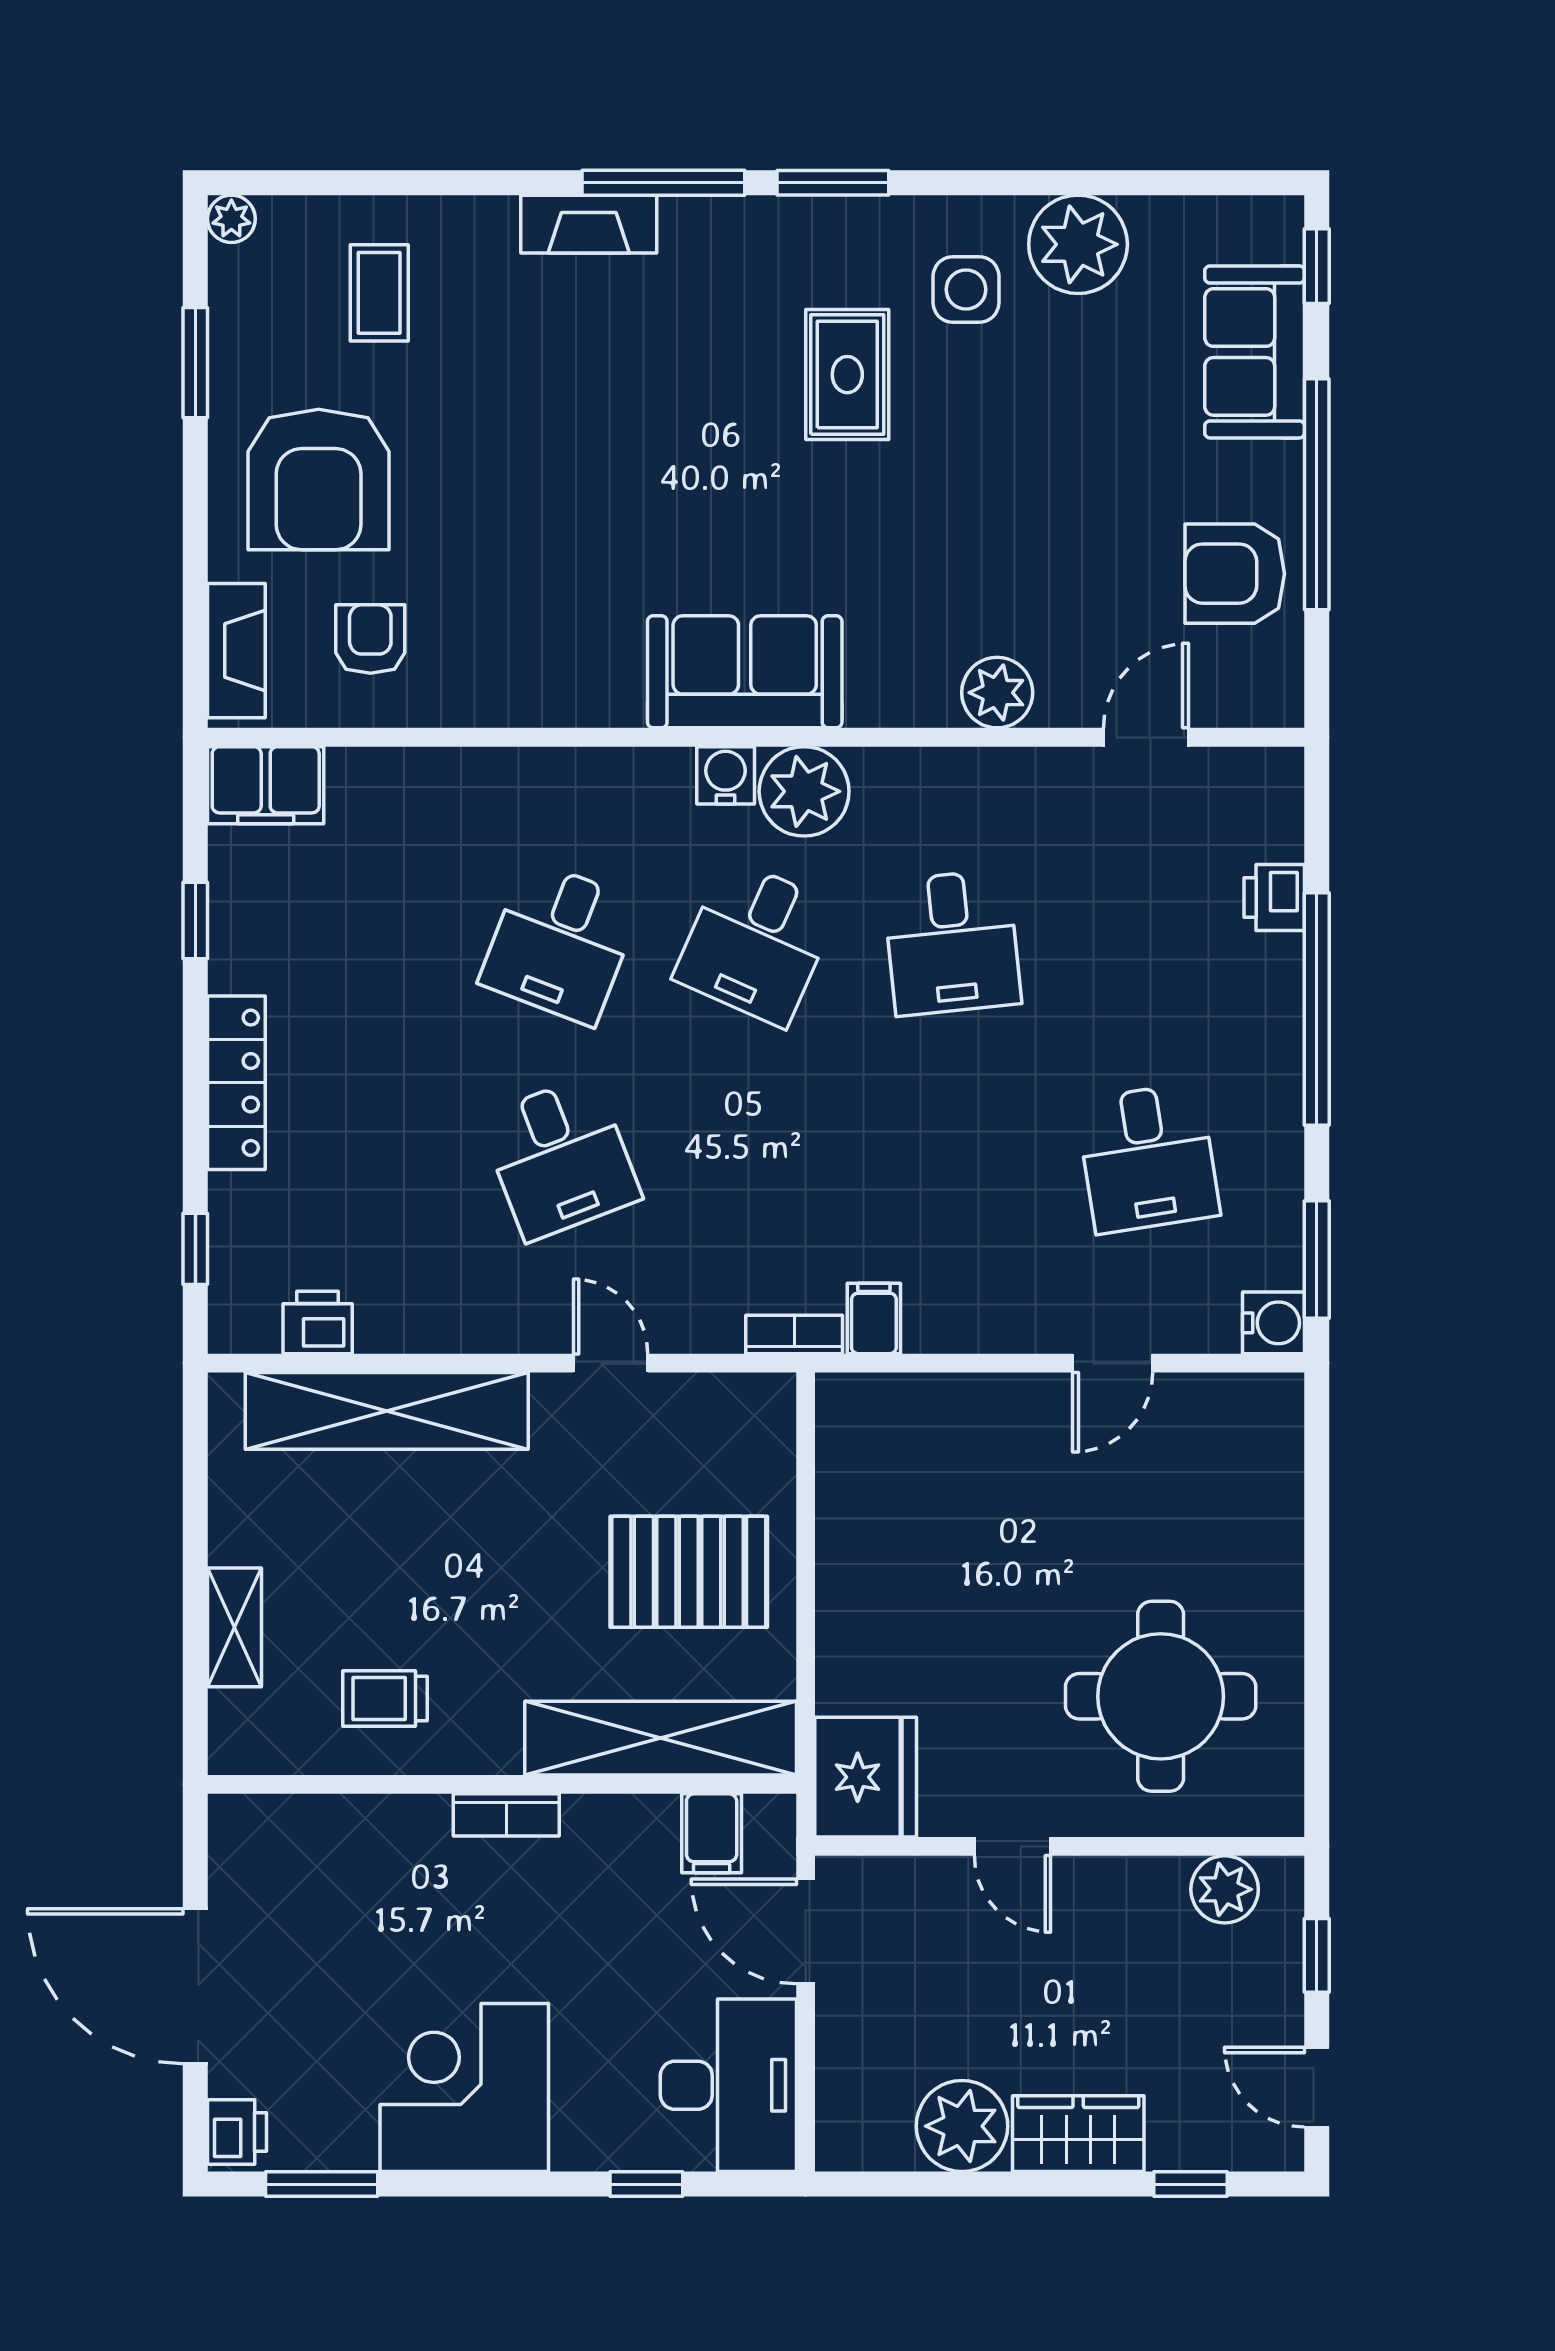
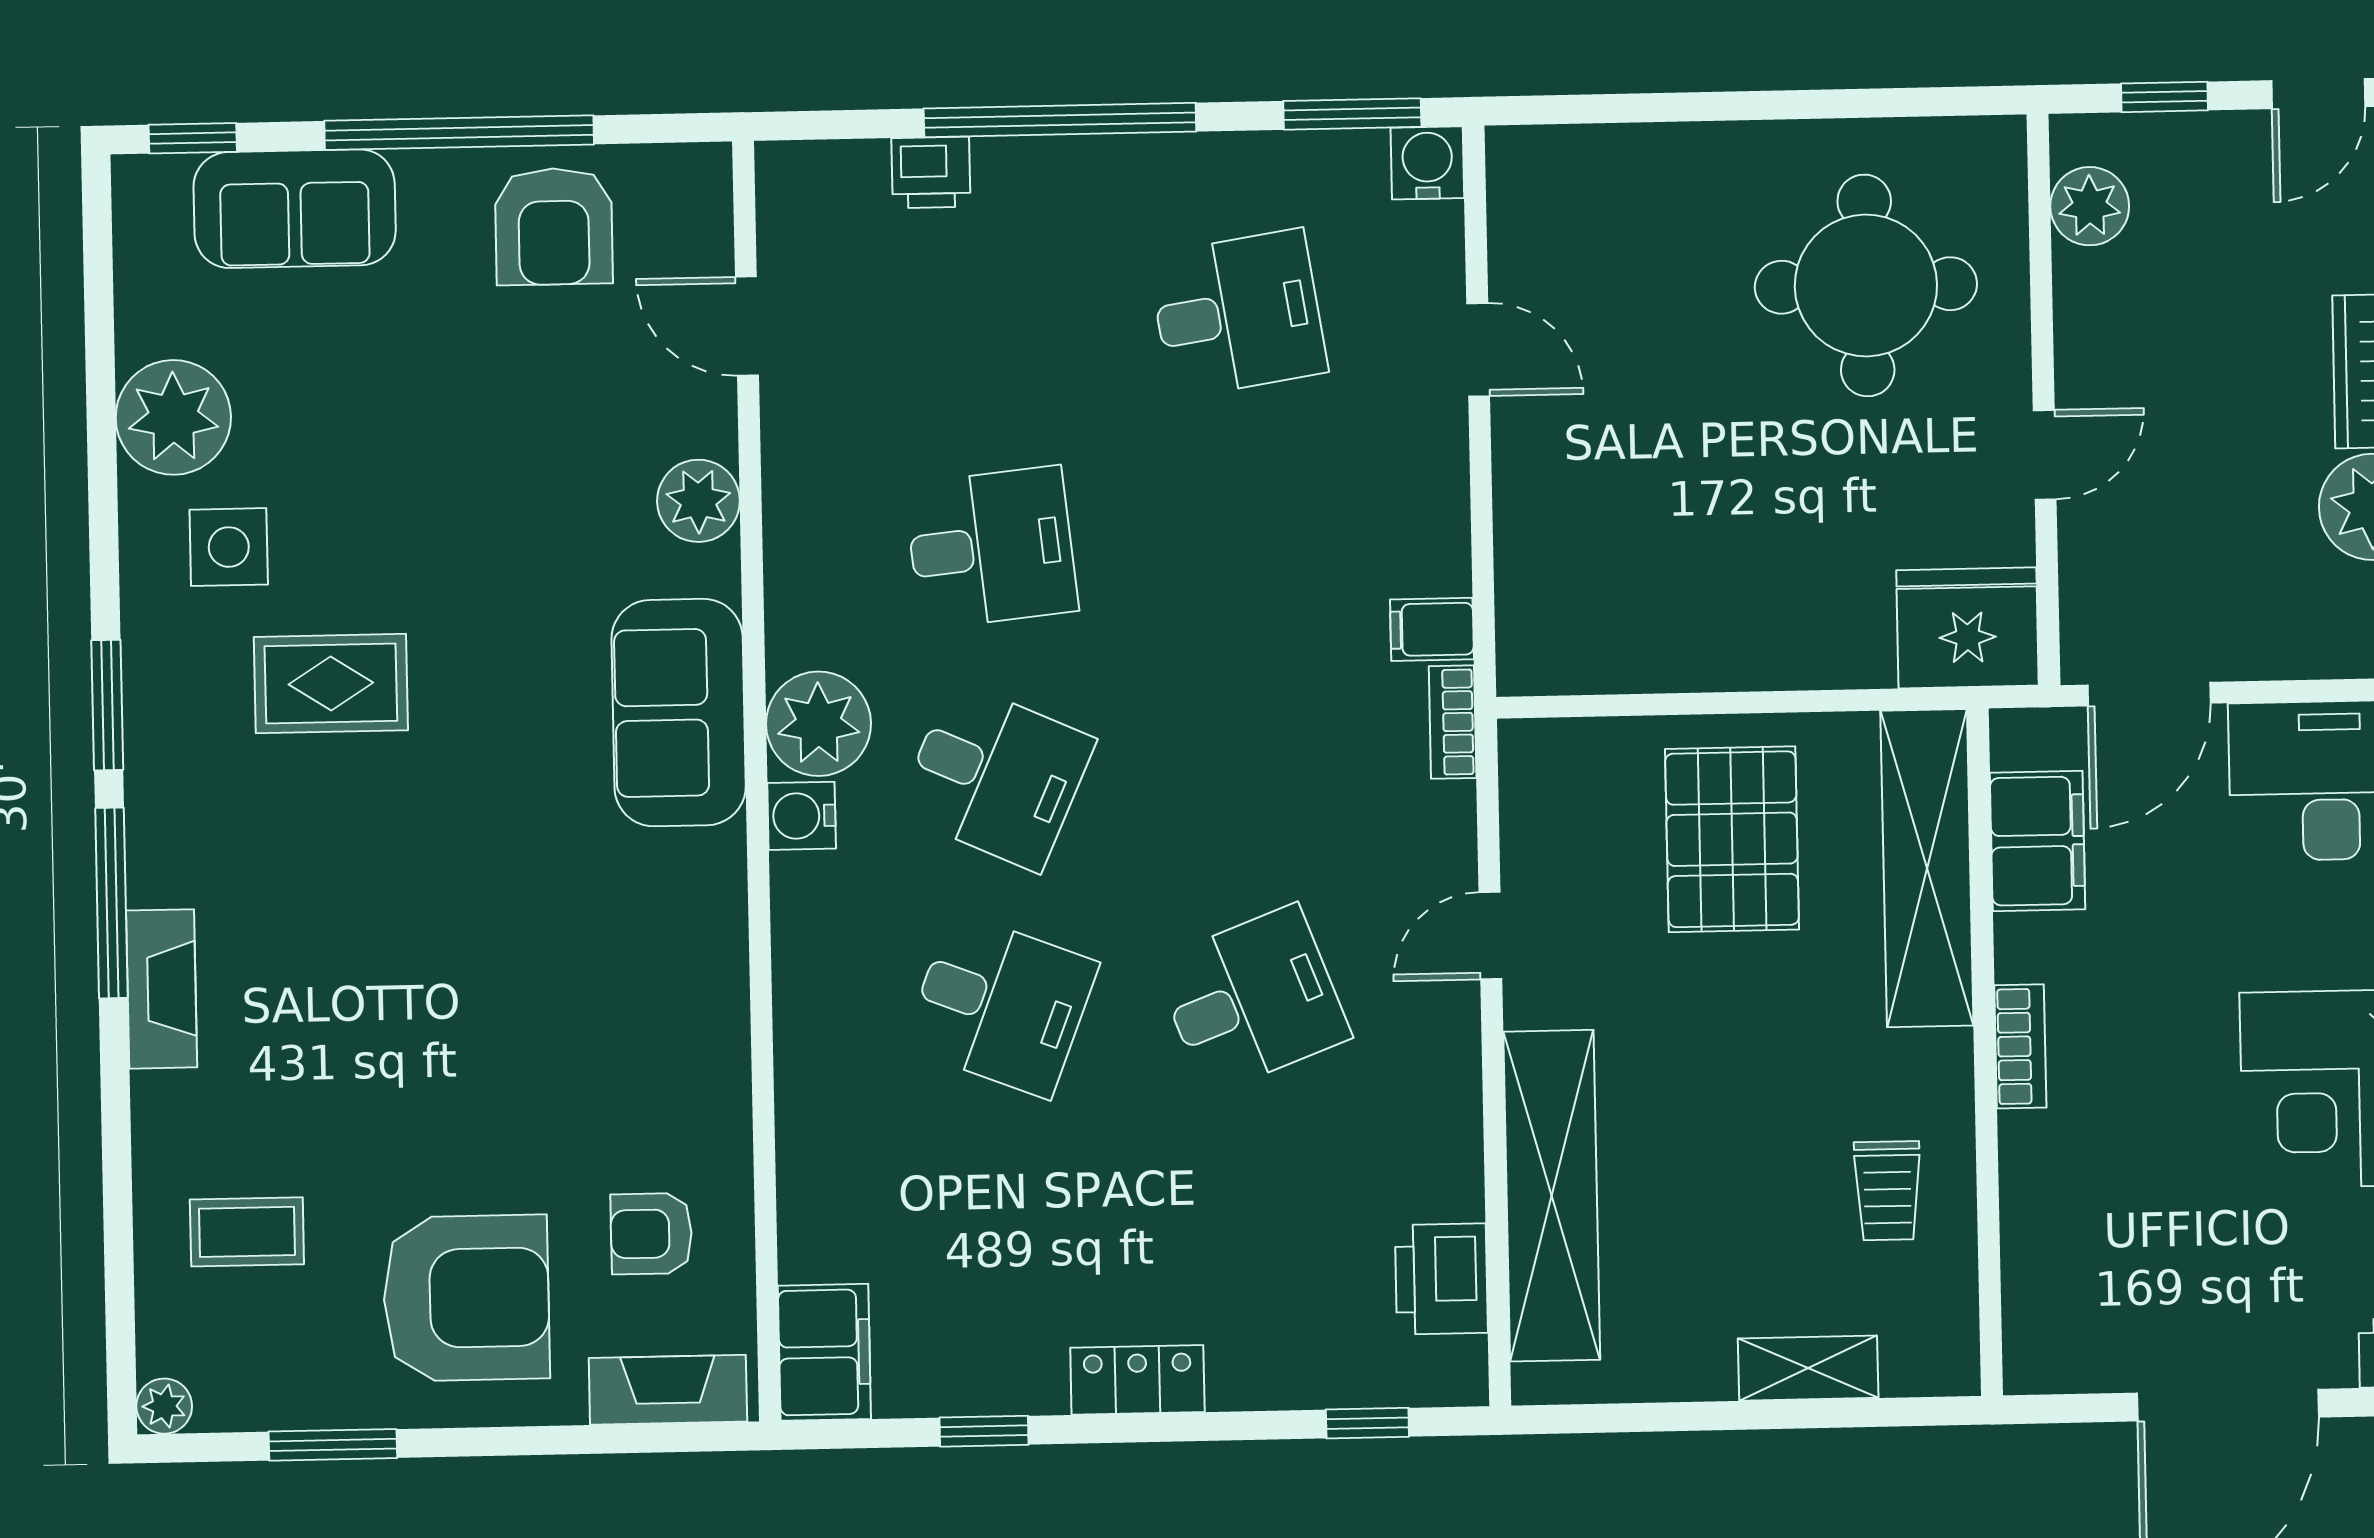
sofa: (745, 672) -> (679, 713), moved
locker: (236, 1083) -> (1137, 1380), width x0.66
printer: (318, 1322) -> (1441, 1279), width x1.36, depth x1.24
filing cabinet: (712, 1833) -> (2038, 841), width x2.00

